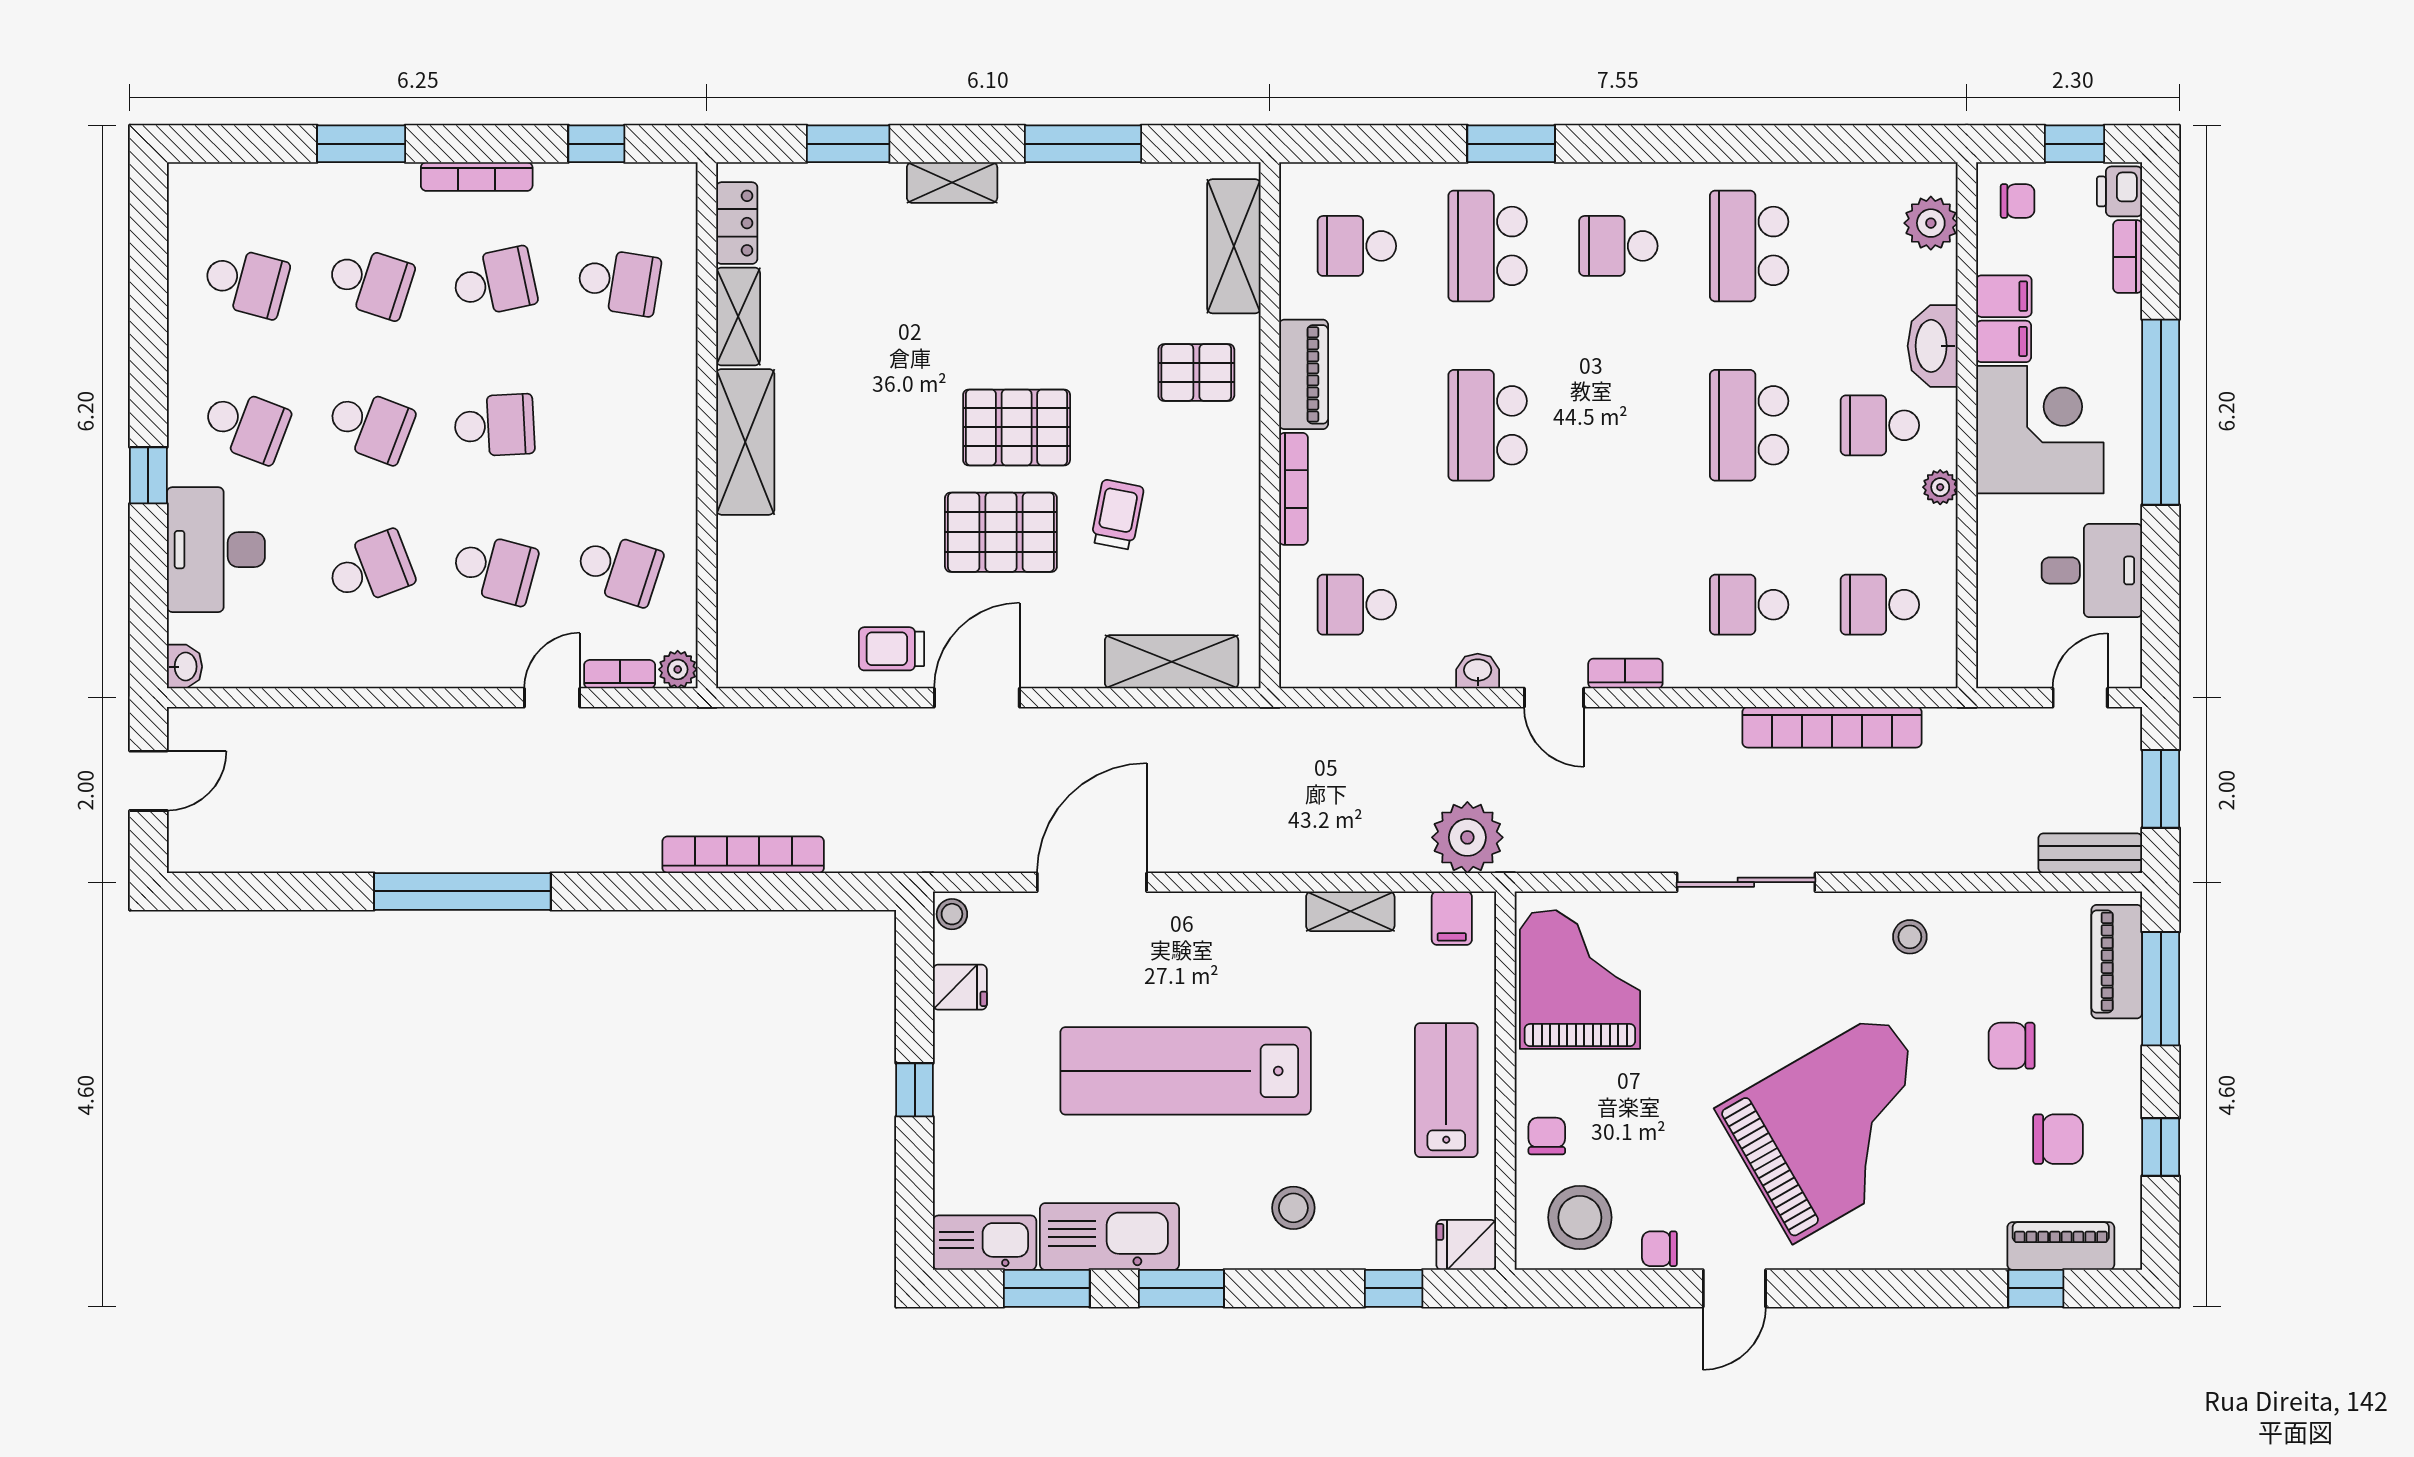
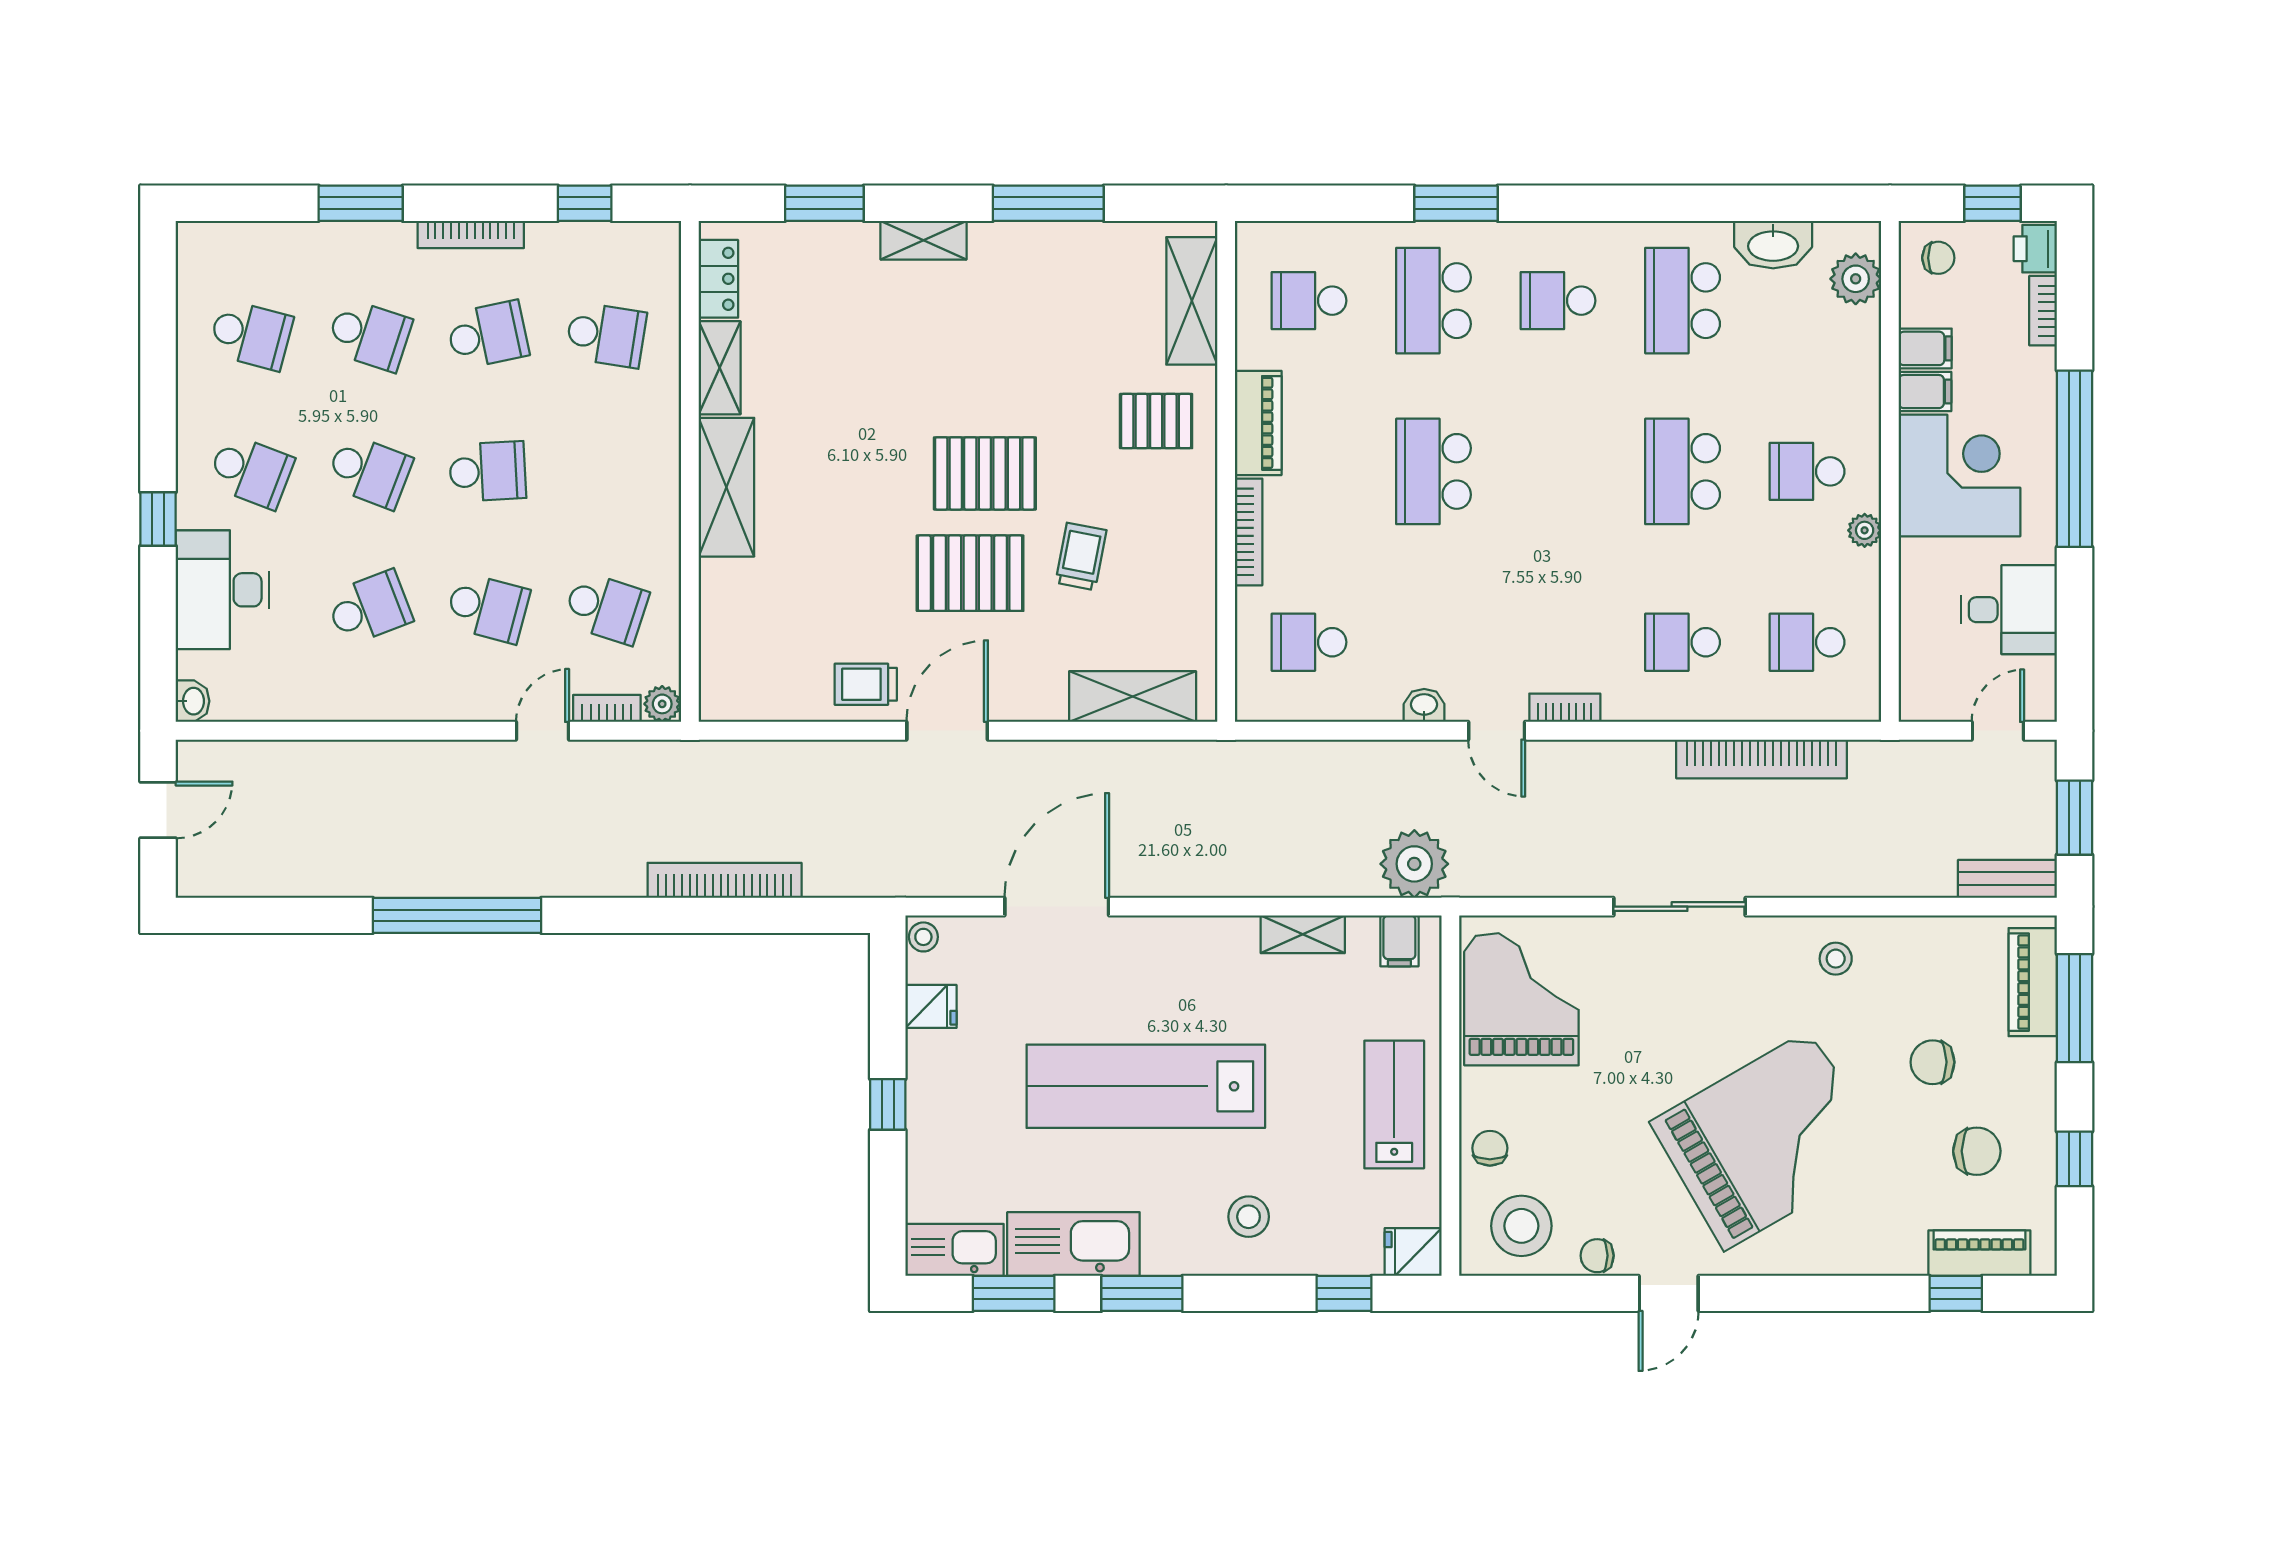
washbasin: (1933, 346) -> (1773, 245), moved, turned -90

